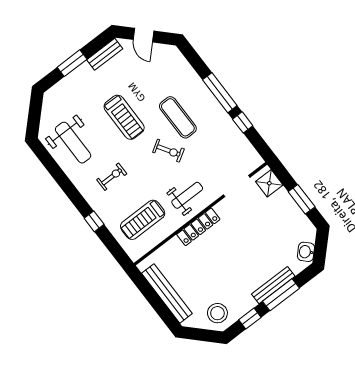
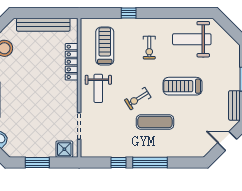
locker: (198, 227) -> (72, 62), moved

